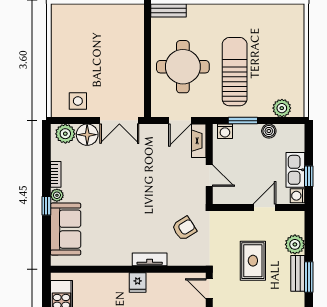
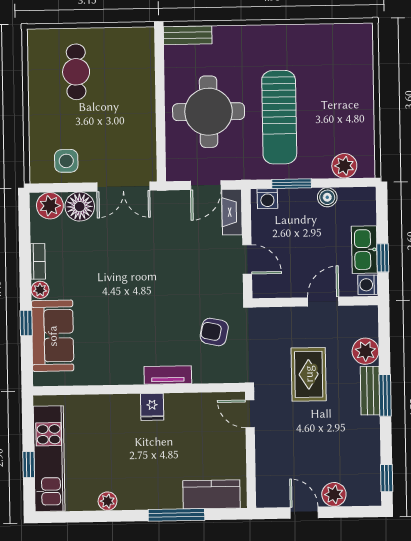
cafe table: (86, 36) -> (76, 72), added
sun lounger: (235, 72) -> (279, 117), turned 180
window: (46, 206) -> (26, 323), moved
armchair: (184, 228) -> (214, 332), turned -136

